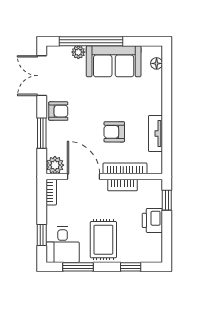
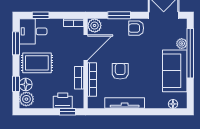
armchair: (58, 111) -> (136, 28), turned 90
tv unit: (155, 134) -> (125, 103), width x1.41
printer: (152, 220) -> (63, 101), moved
plant: (150, 253) -> (26, 99), added
floor lamp: (131, 254) -> (26, 84), added

